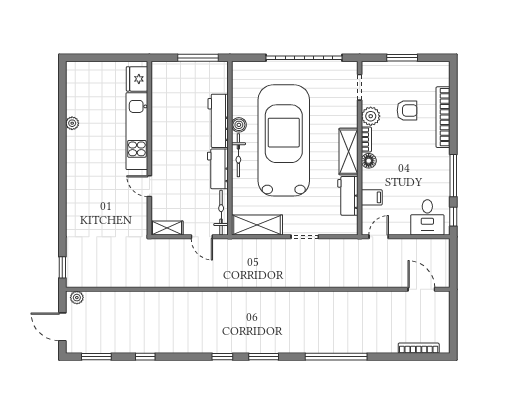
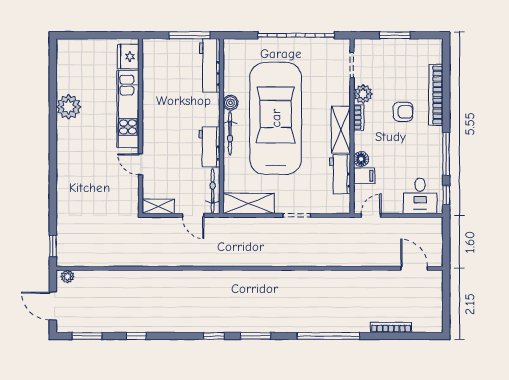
armchair: (407, 110) -> (403, 112), moved
workbench: (218, 121) -> (210, 65), moved
plant: (72, 123) -> (69, 107), width x1.88, depth x1.88
floor lamp: (369, 161) -> (361, 159), moved
bookcase: (419, 348) -> (391, 327), moved

